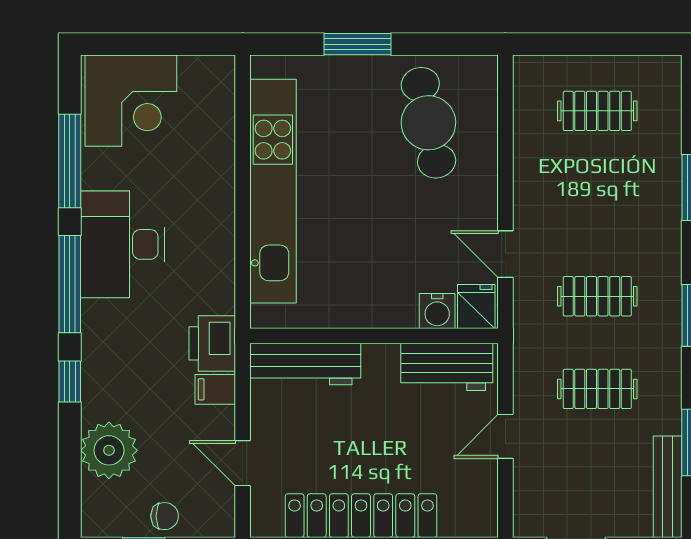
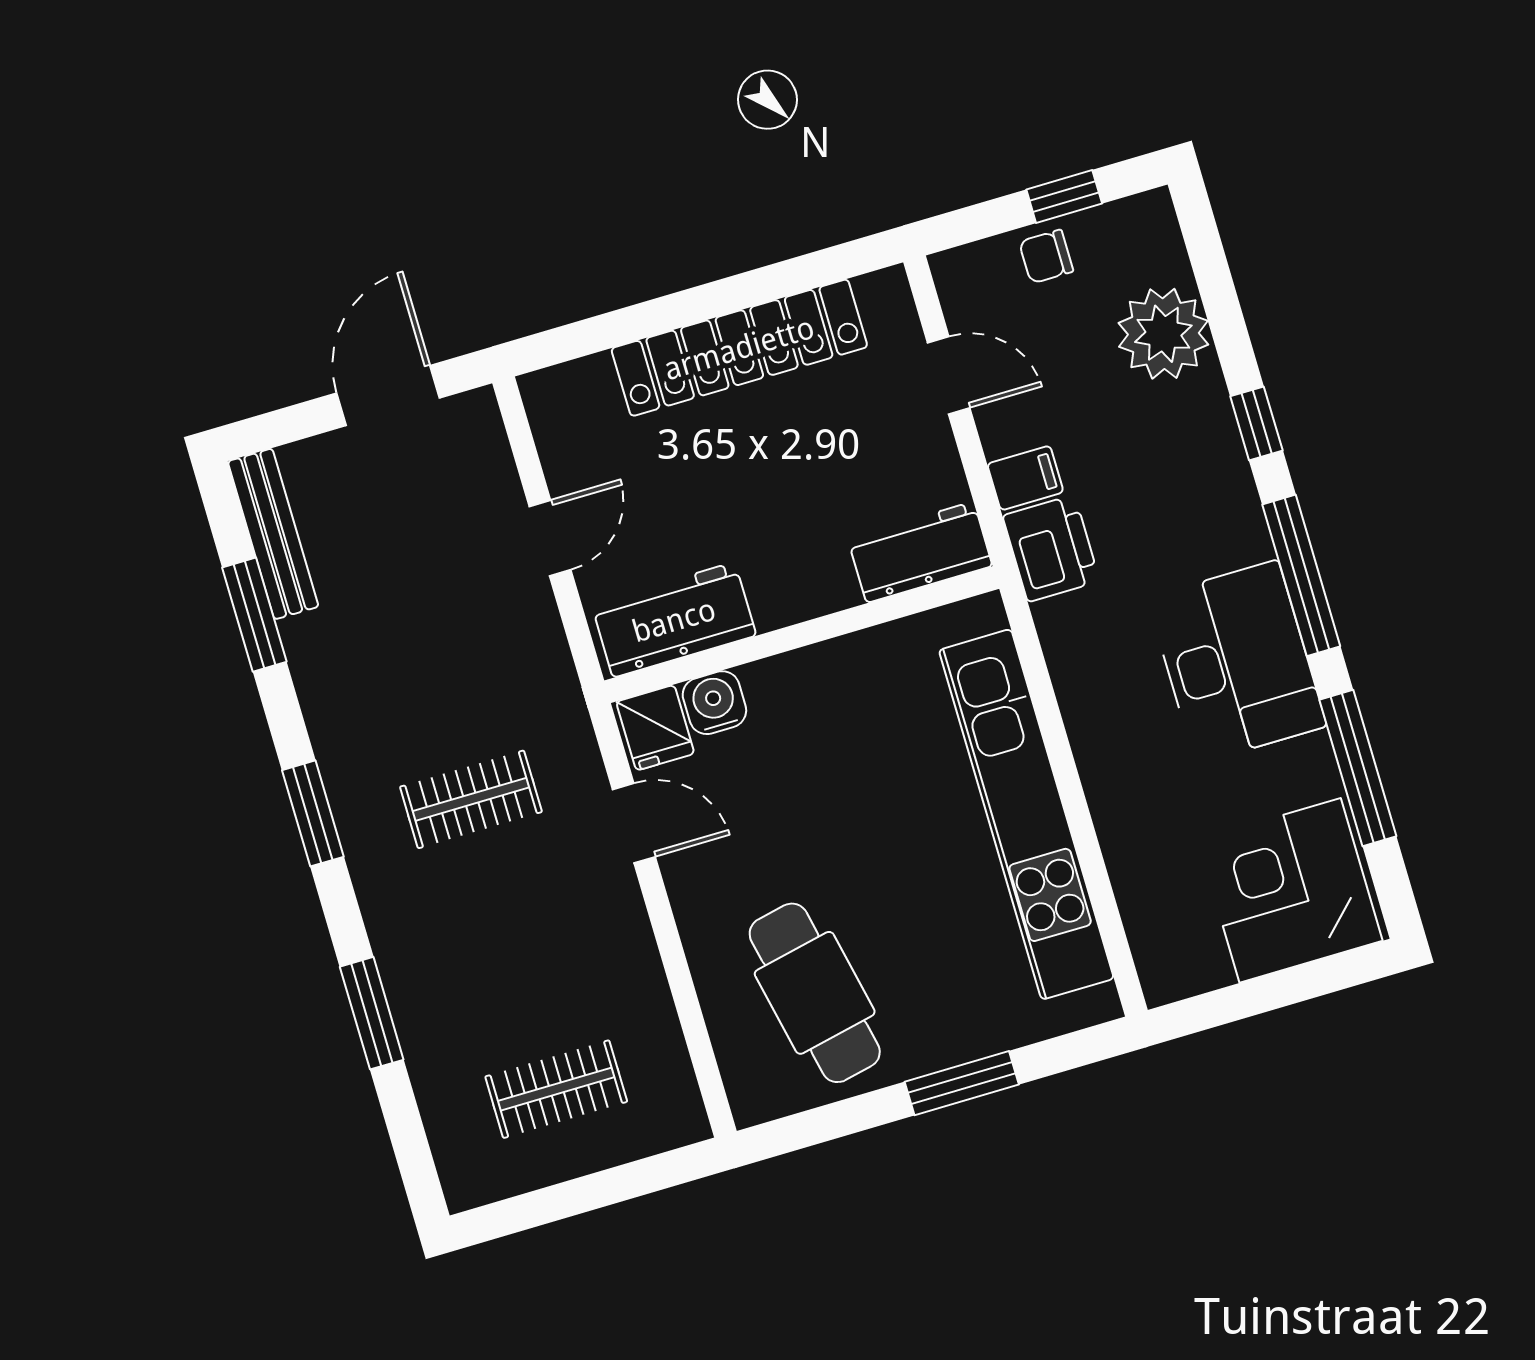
workbench: (305, 364) -> (920, 552), width x0.73
clothes rail: (597, 389) -> (428, 654), removed

